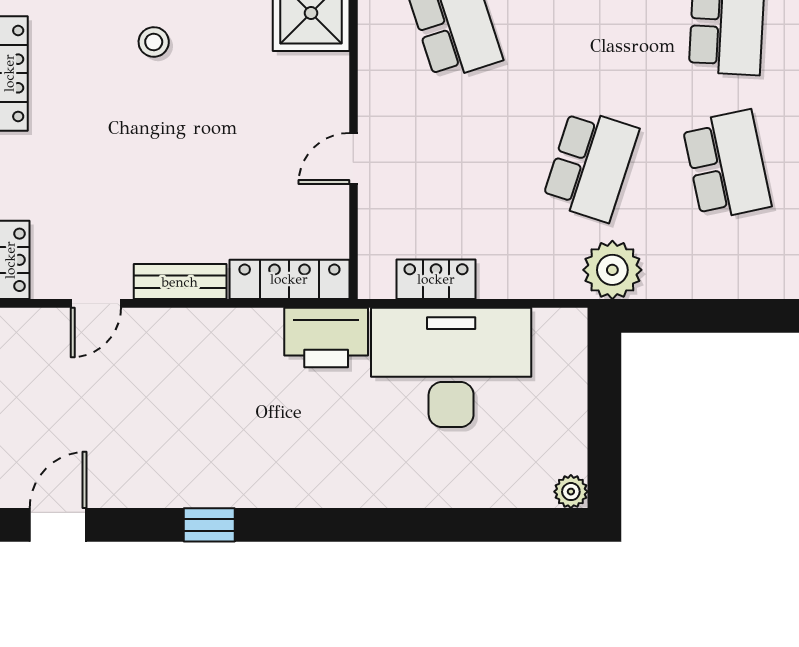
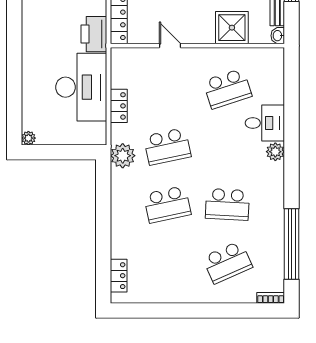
school desk: (591, 165) -> (167, 146), turned -30
locker: (436, 279) -> (119, 106), moved

